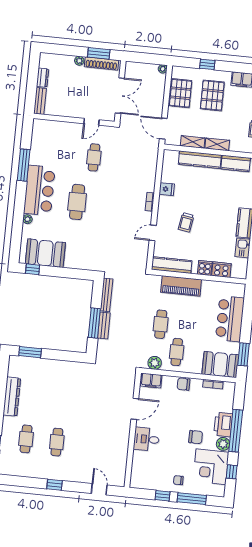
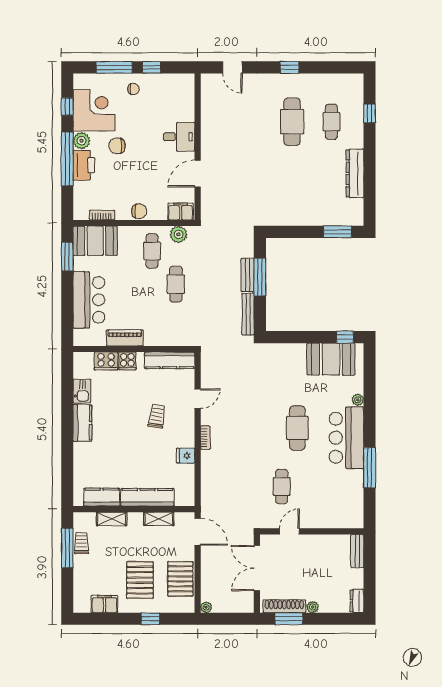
dresser: (43, 78) -> (357, 601), moved
shelving: (217, 144) -> (112, 519), moved
piano: (181, 286) -> (125, 338), moved, width x0.73, depth x0.75
cafe table: (57, 442) -> (292, 122), width x1.37, depth x1.35

